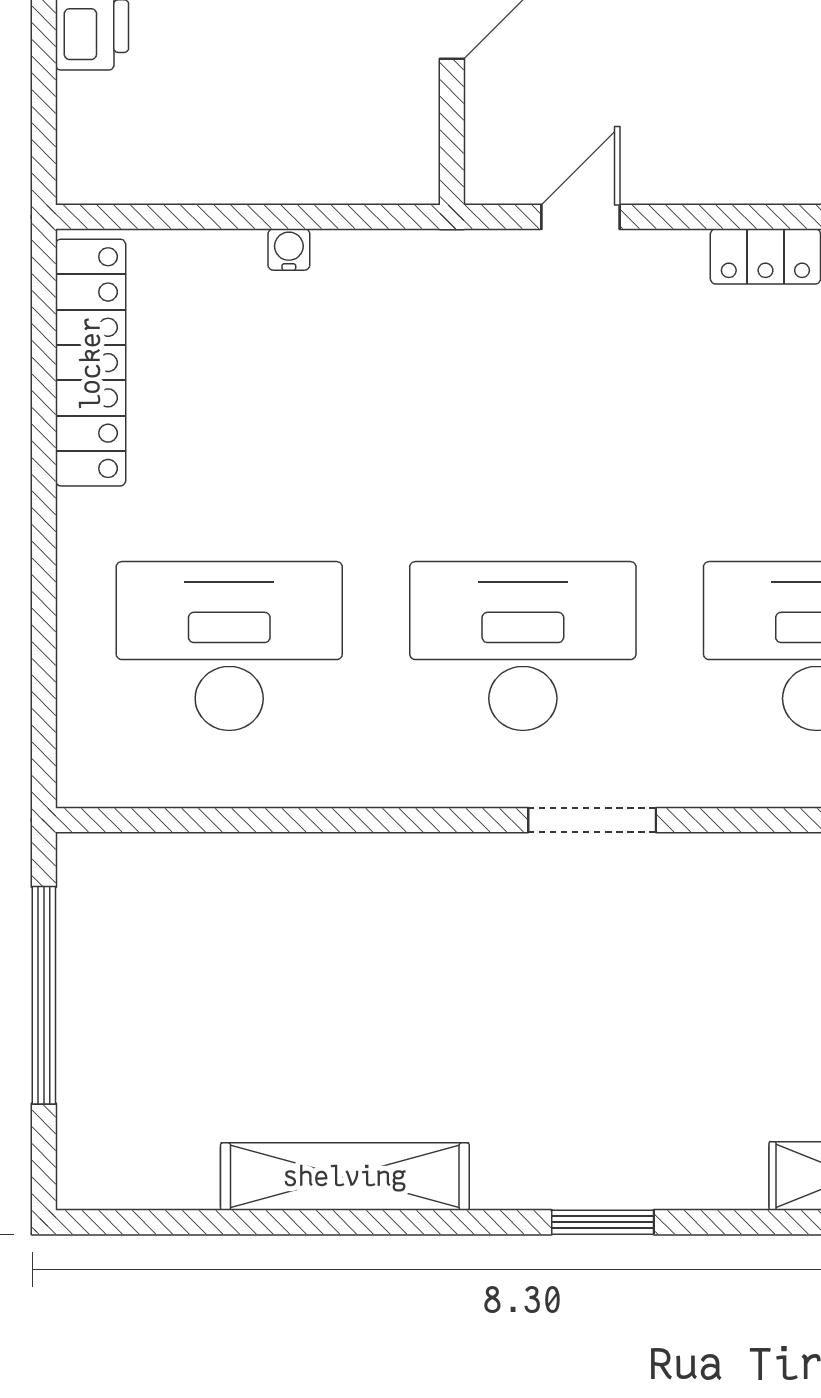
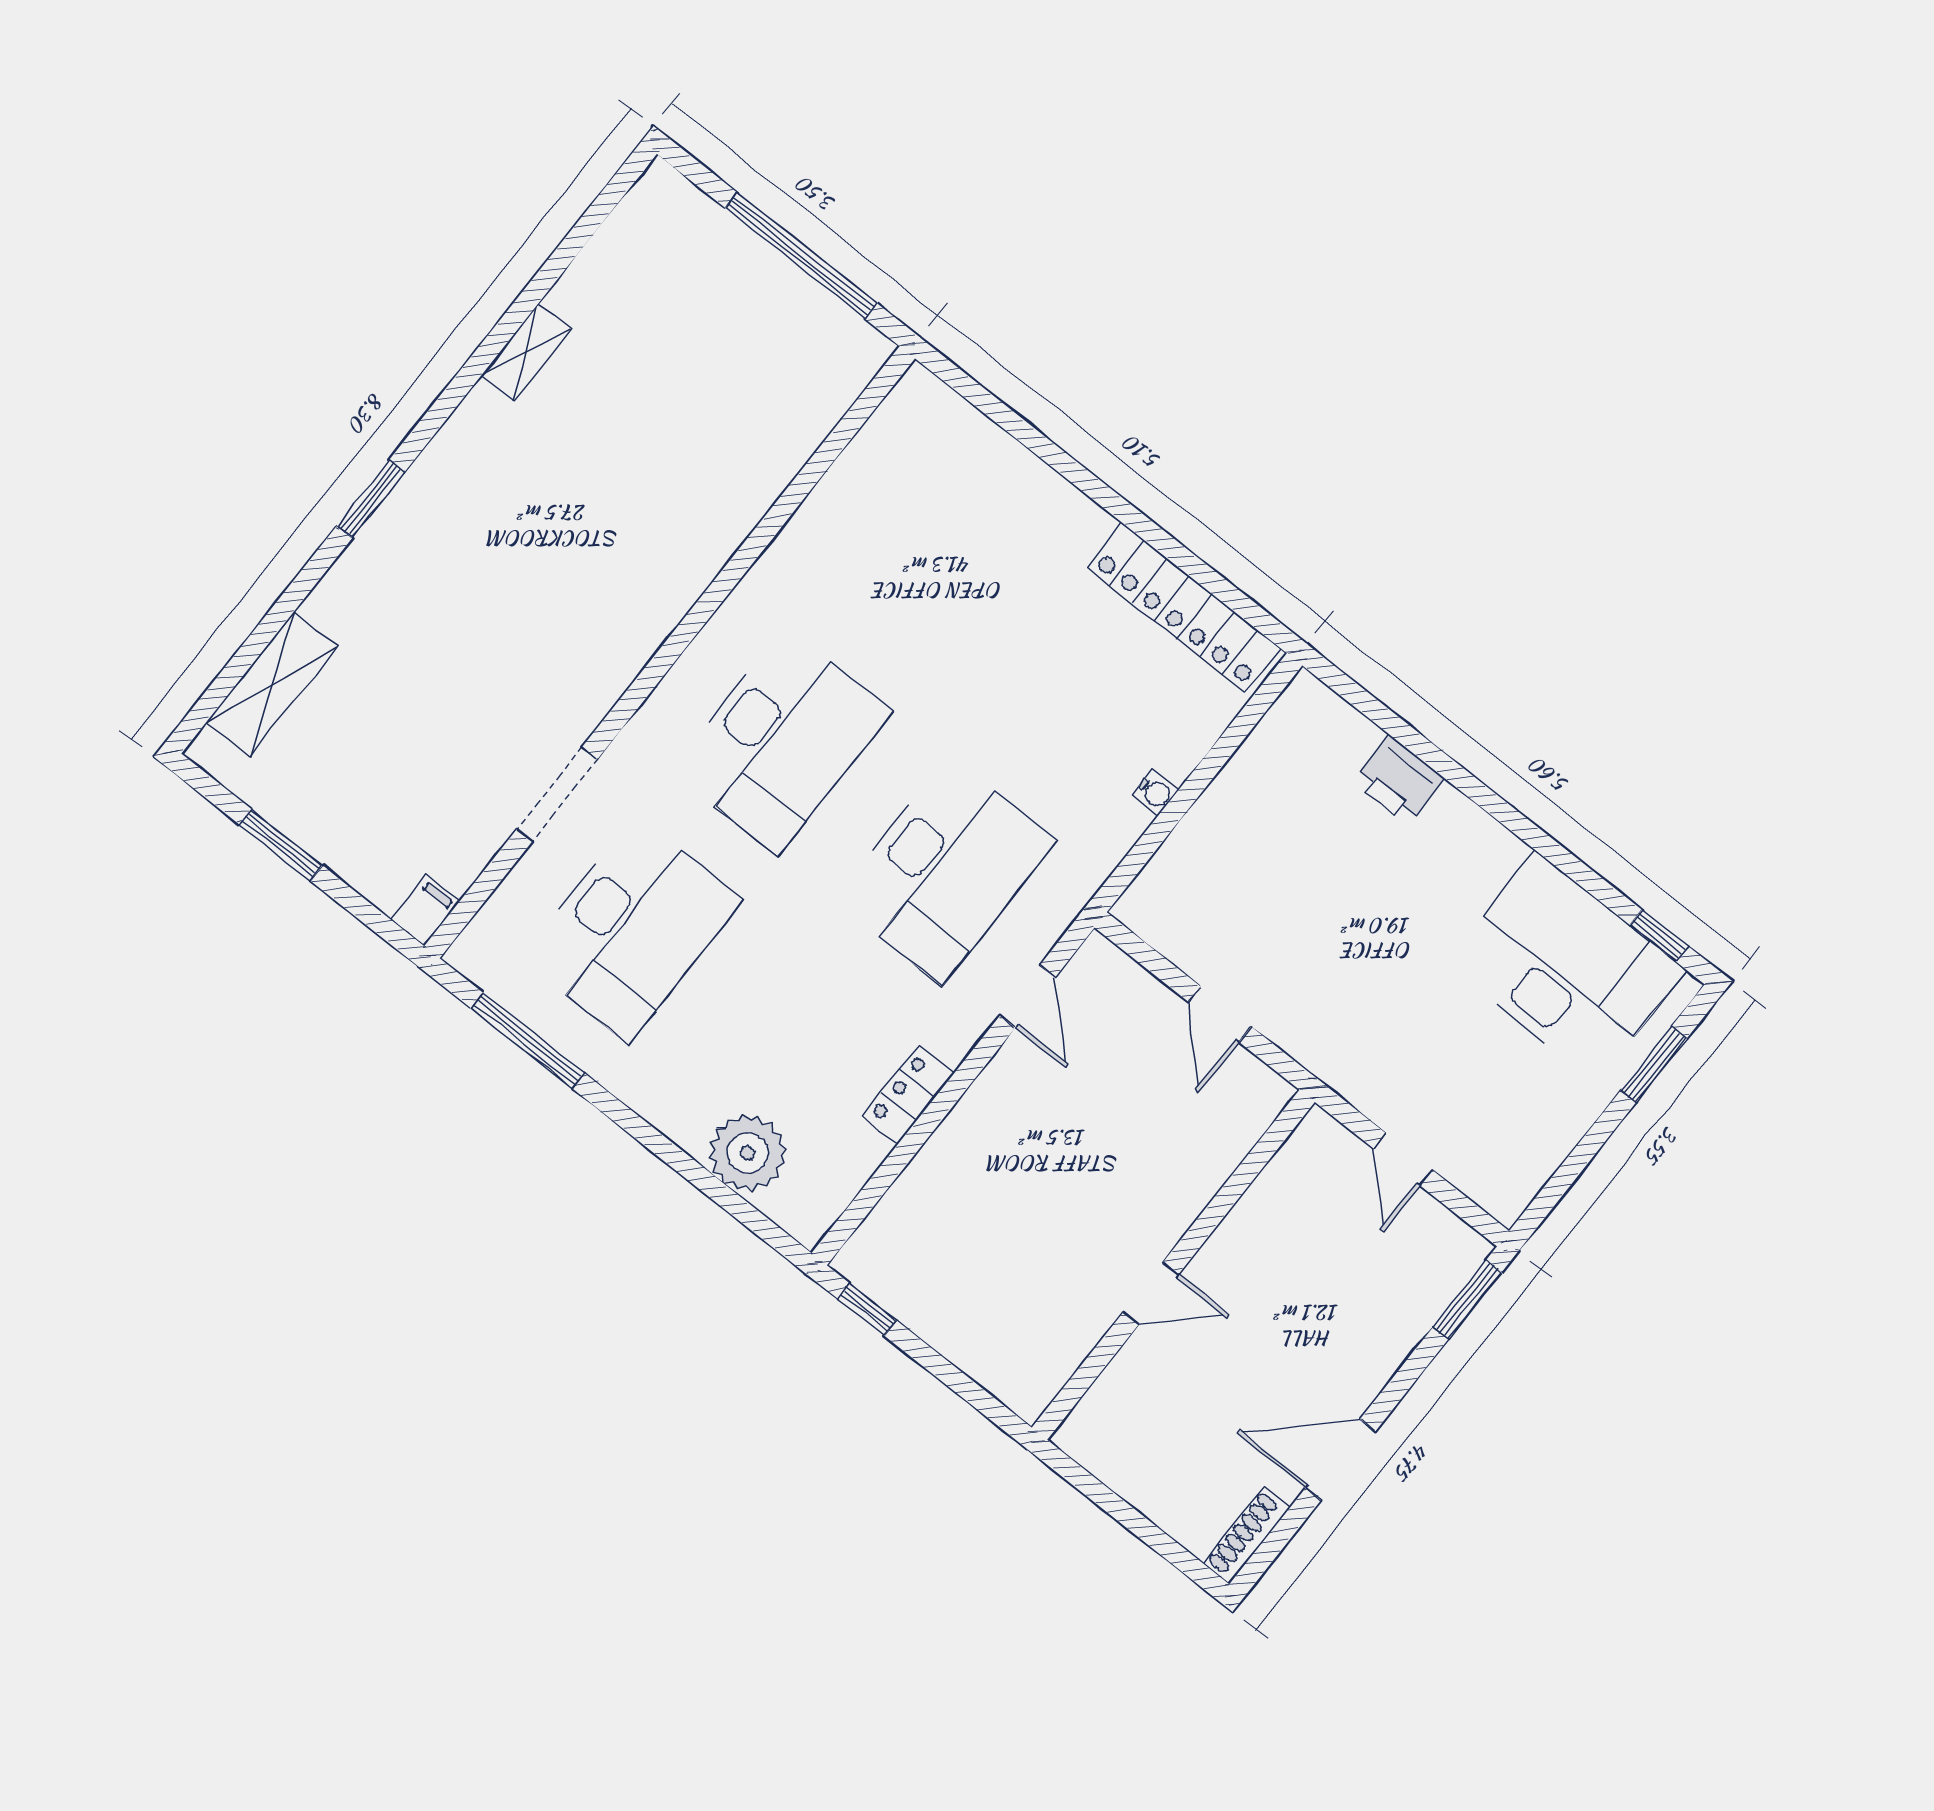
desk: (229, 646) -> (945, 871), moved
doorway: (592, 820) -> (557, 794), moved
shelving: (345, 1177) -> (526, 352), width x0.45, depth x0.75

